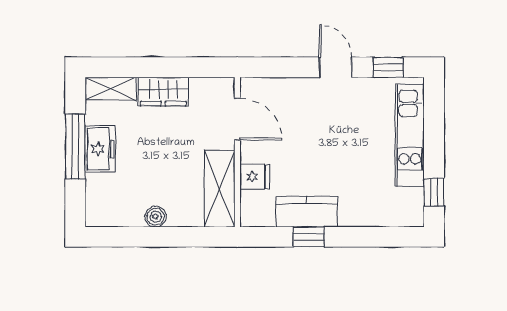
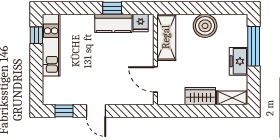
kitchen unit: (410, 135) -> (51, 45), moved
window: (75, 146) -> (254, 46), moved
fridge: (255, 177) -> (141, 23), moved, turned -90
boiler: (155, 217) -> (205, 26), width x1.86, depth x1.86

